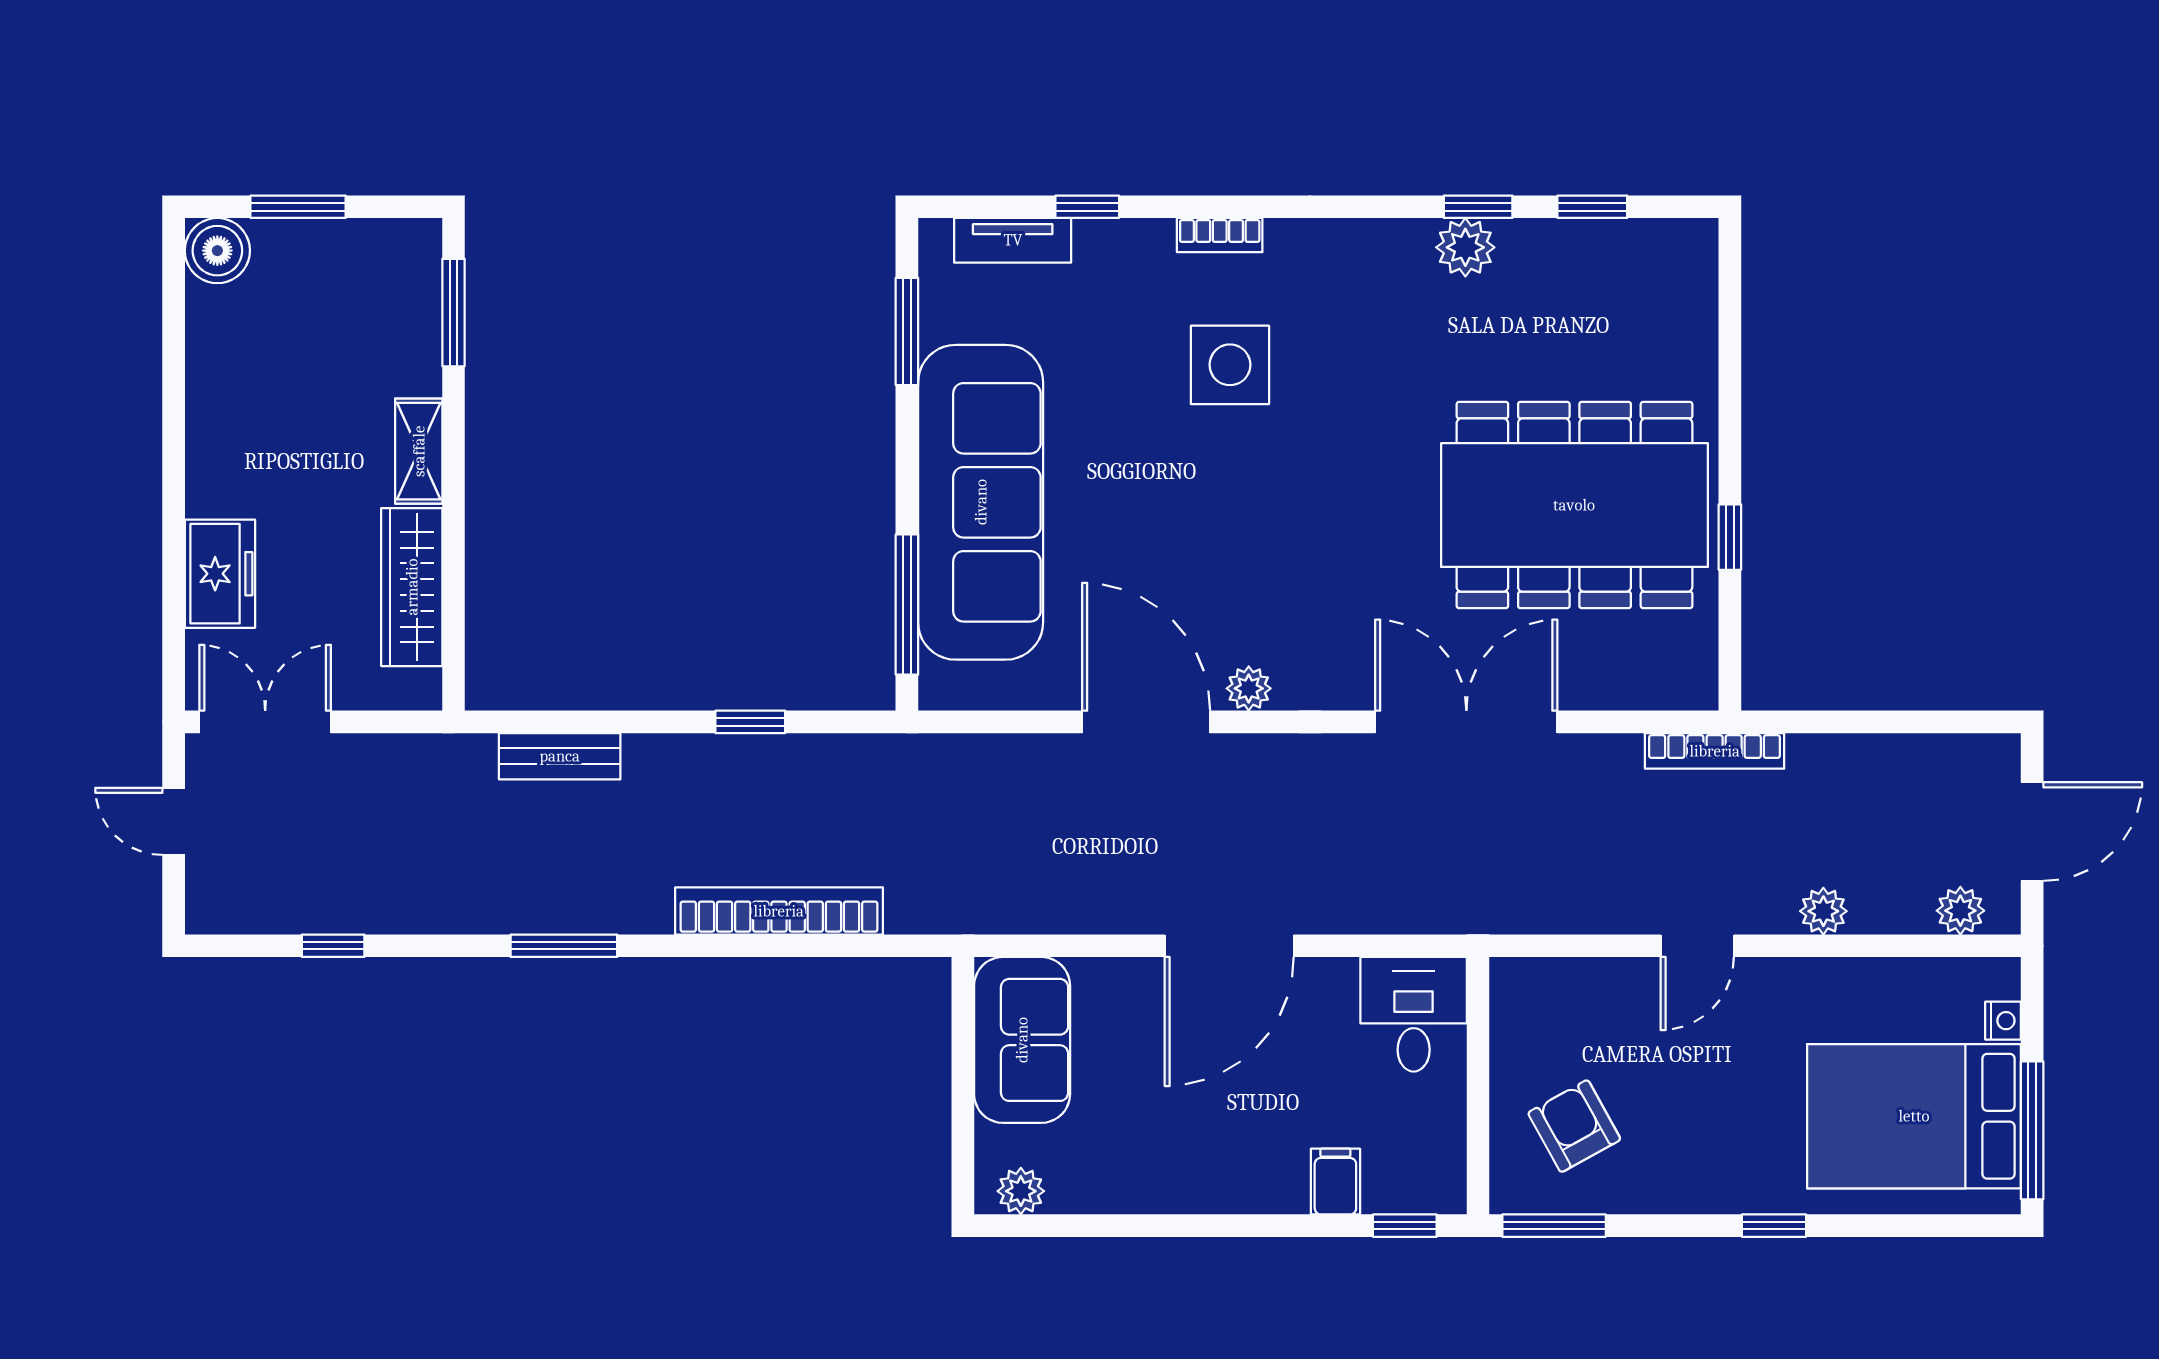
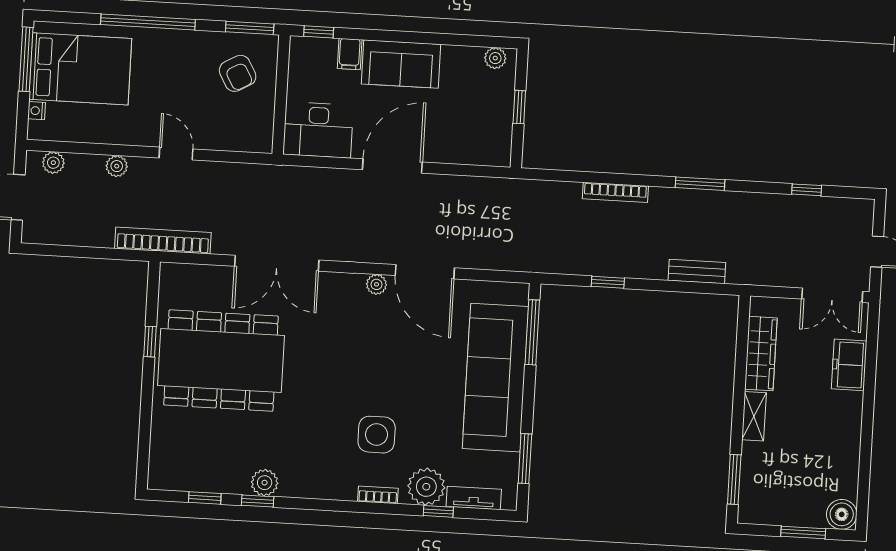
plant: (1116, 259) -> (426, 487), added
bookcase: (1715, 751) -> (163, 241), width x1.48, depth x1.31
bookcase: (779, 911) -> (615, 192), width x0.68, depth x0.76
door: (1697, 946) -> (176, 153), hinge flipped
desk: (1414, 1014) -> (318, 130), width x1.37
sofa: (1022, 1040) -> (401, 64), moved, turned -90
window: (963, 1088) -> (519, 107), added
window: (1774, 1226) -> (148, 22), width x3.17

